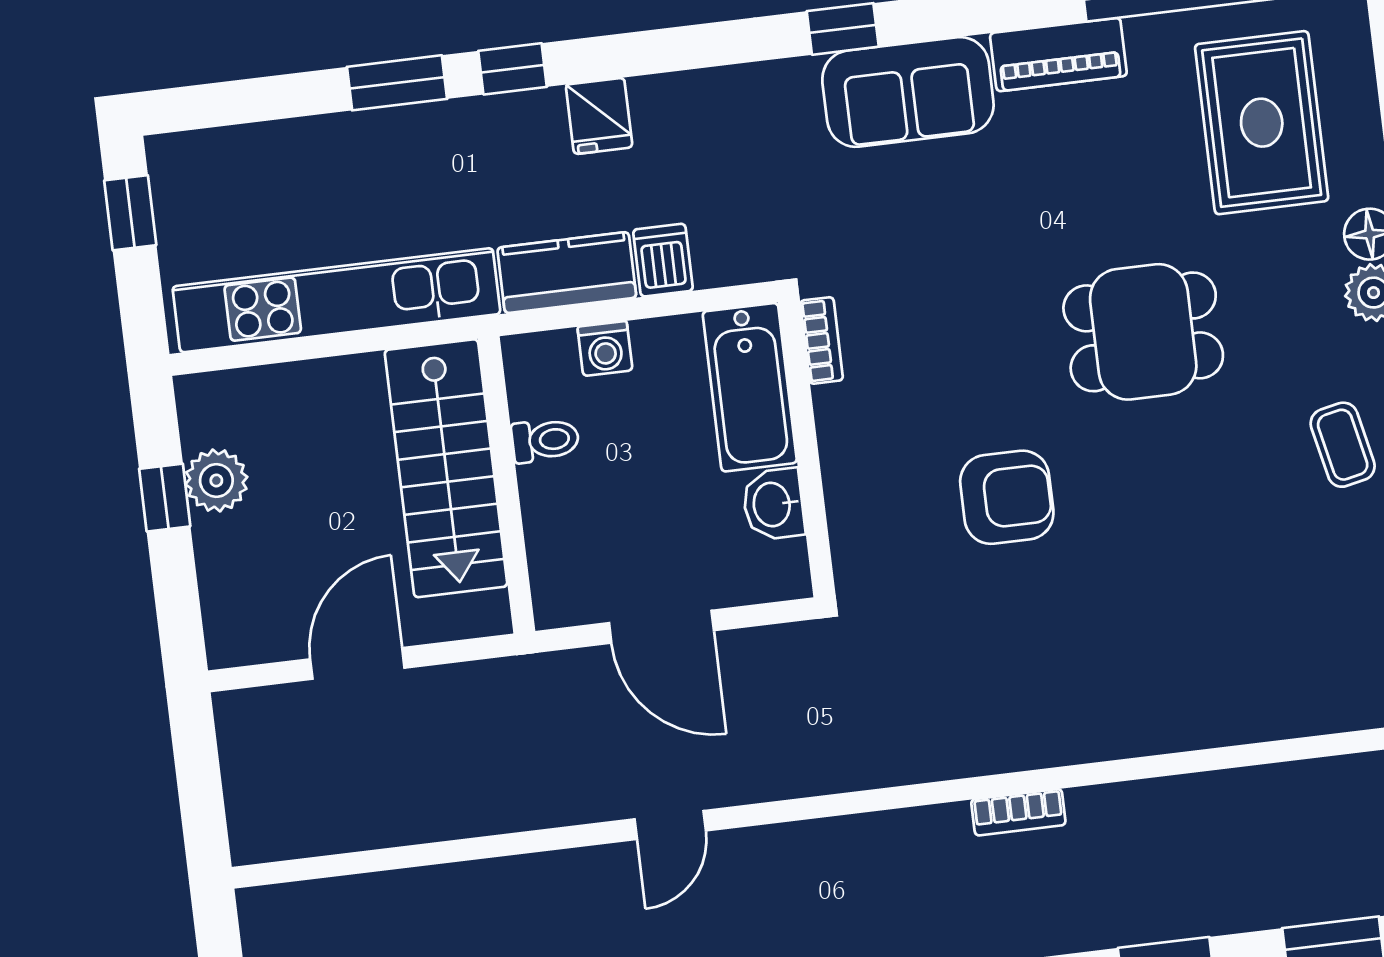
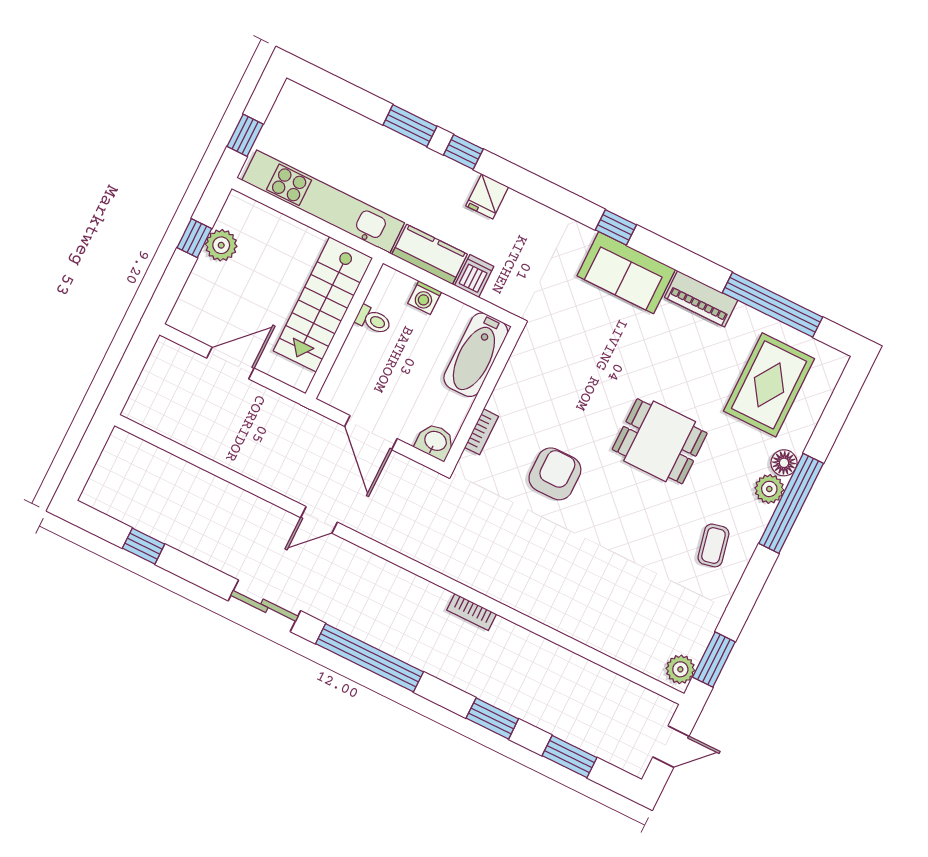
window: (130, 213) -> (245, 135), moved
bookcase: (822, 340) -> (482, 432), moved
armchair: (1007, 497) -> (555, 474), turned -90
washbasin: (773, 504) -> (435, 442), moved, turned 90

